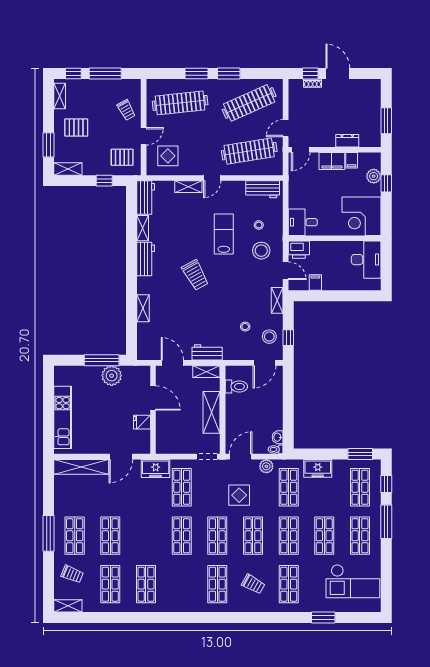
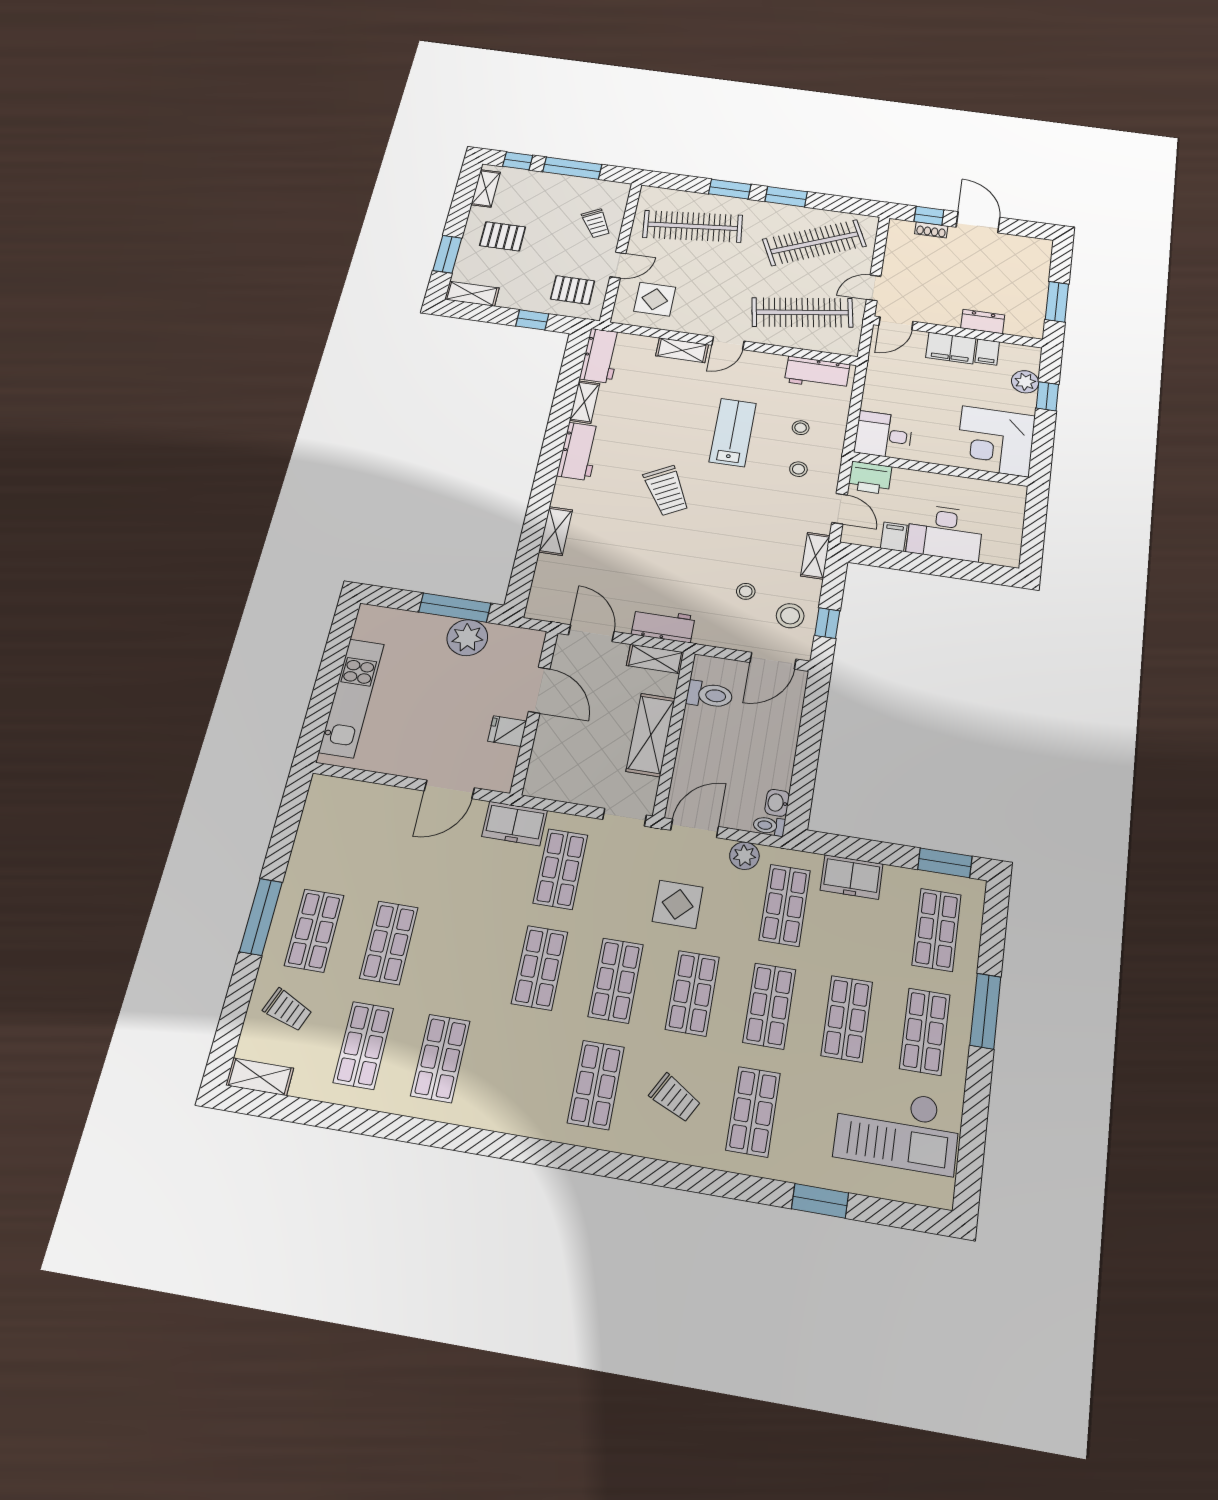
stool: (261, 251) -> (798, 469), width x0.53, depth x0.53
desk: (366, 260) -> (945, 533), moved, turned 90
shelving: (81, 467) -> (364, 796), removed
window: (386, 484) -> (993, 932), removed

